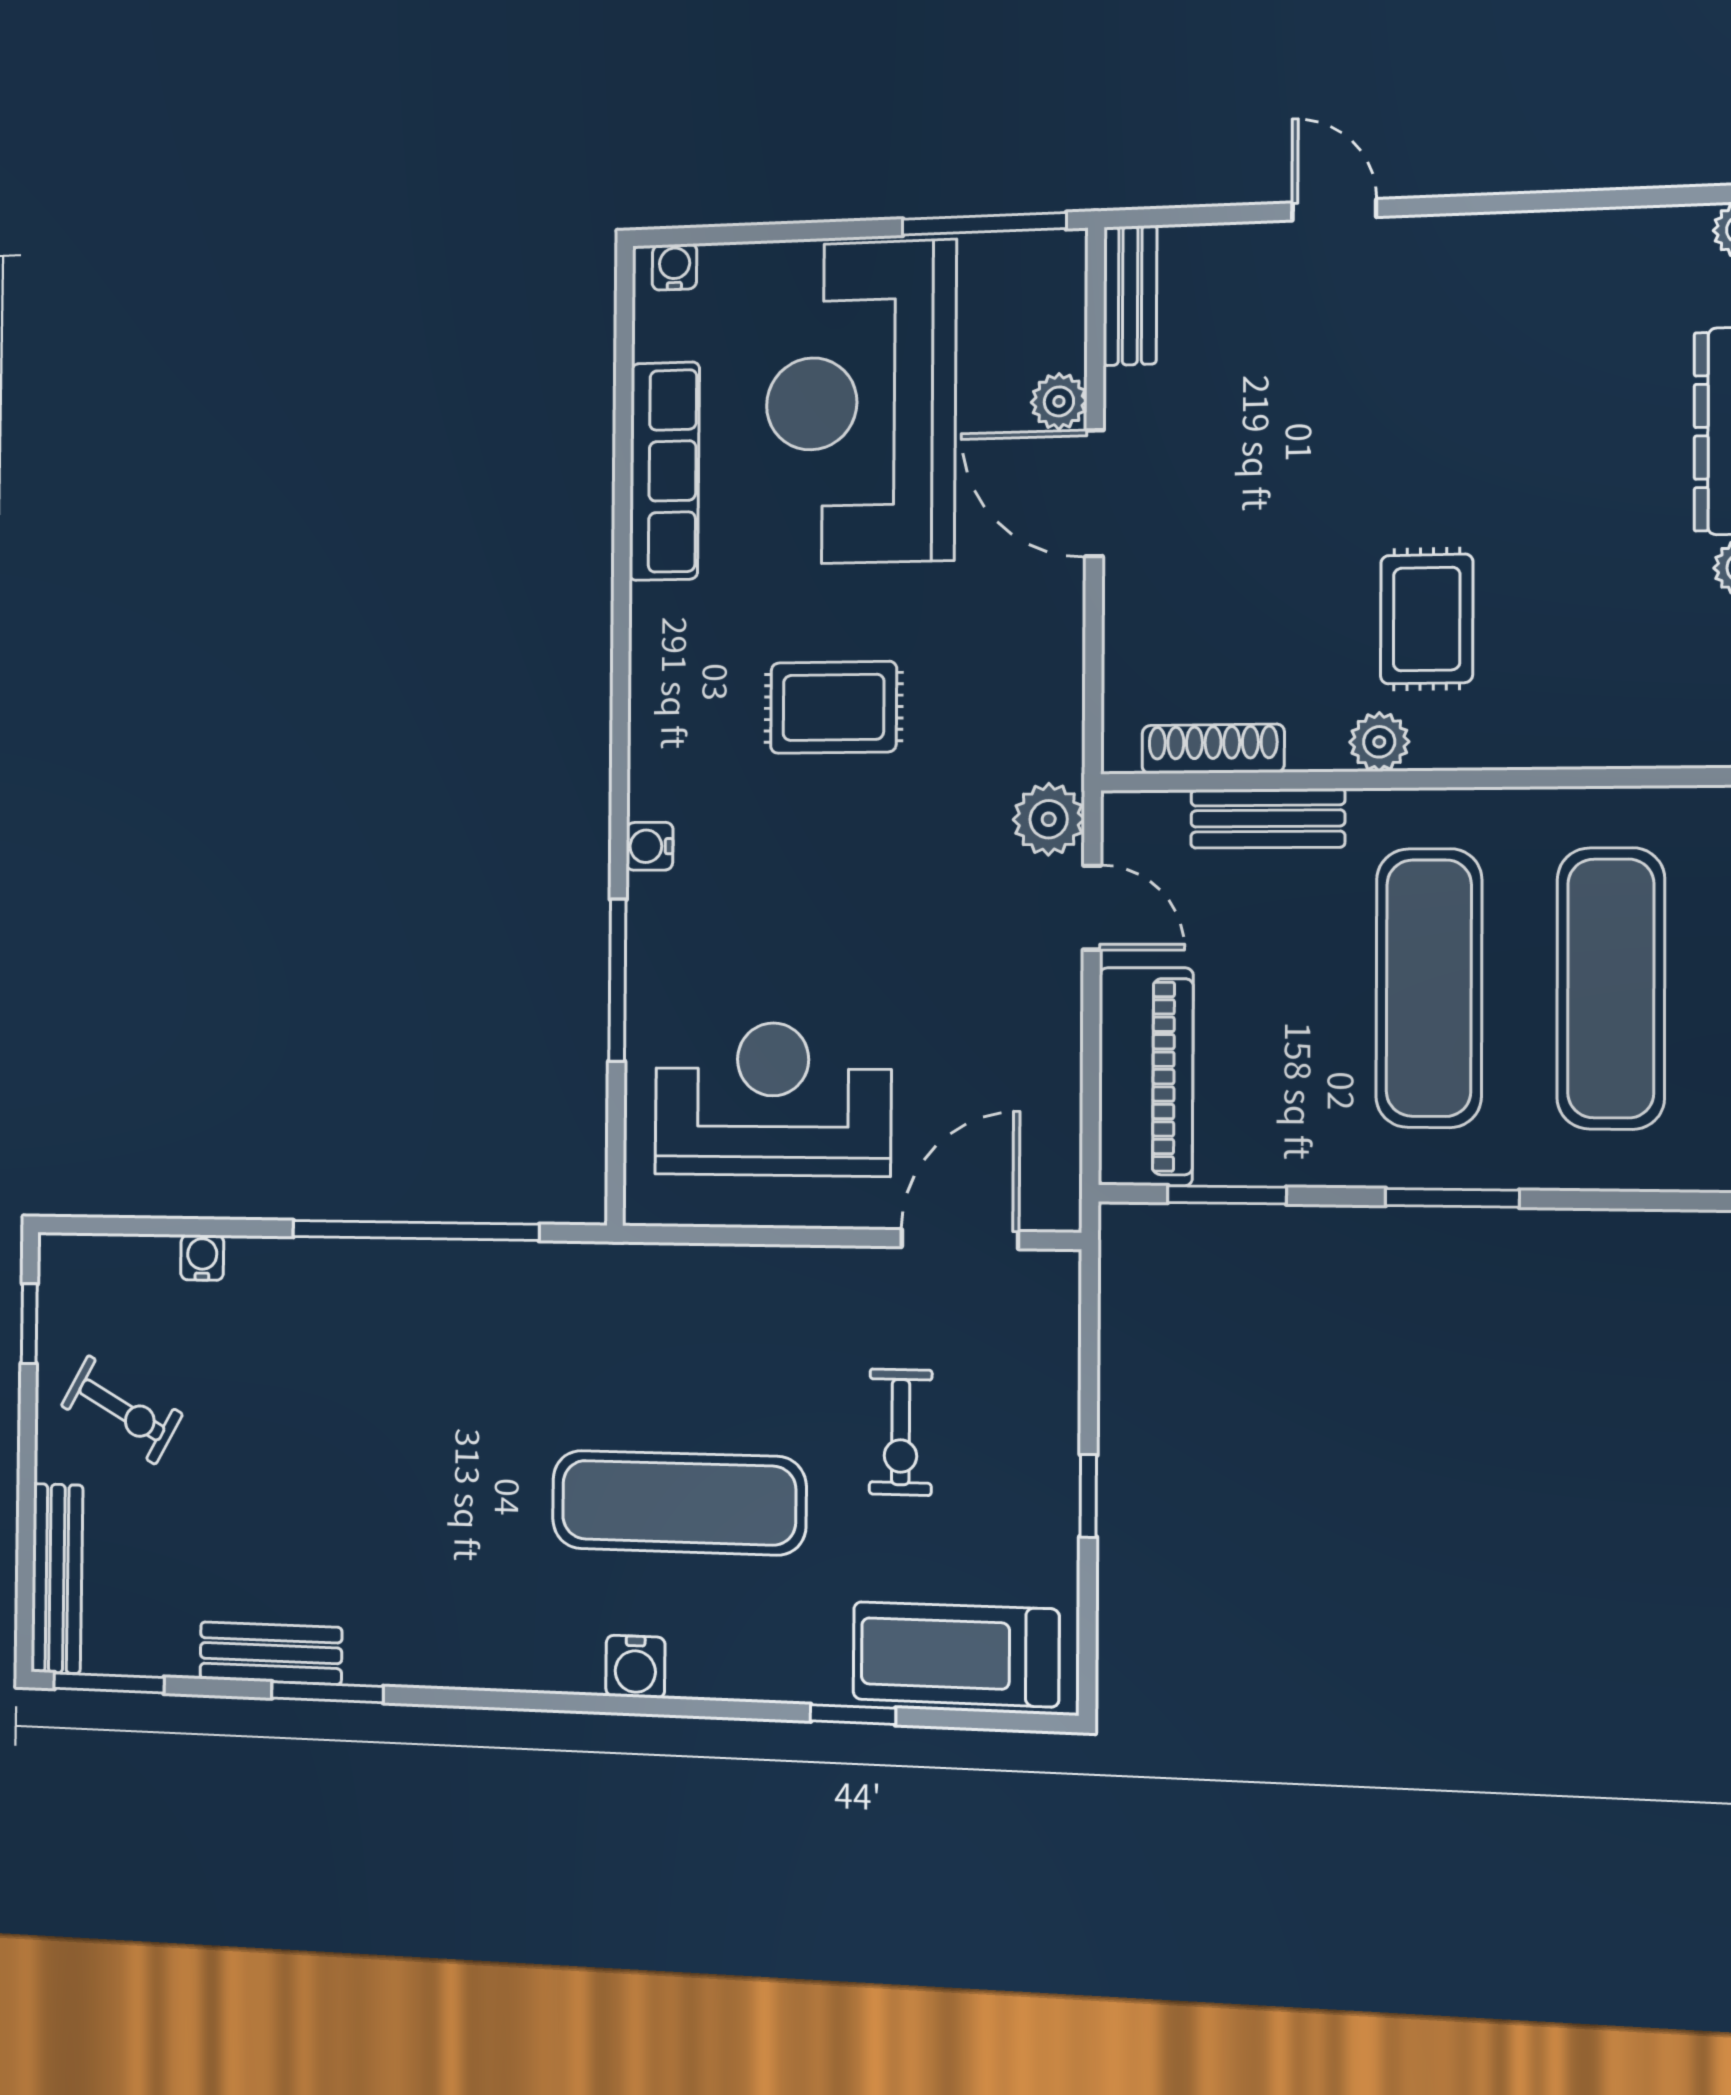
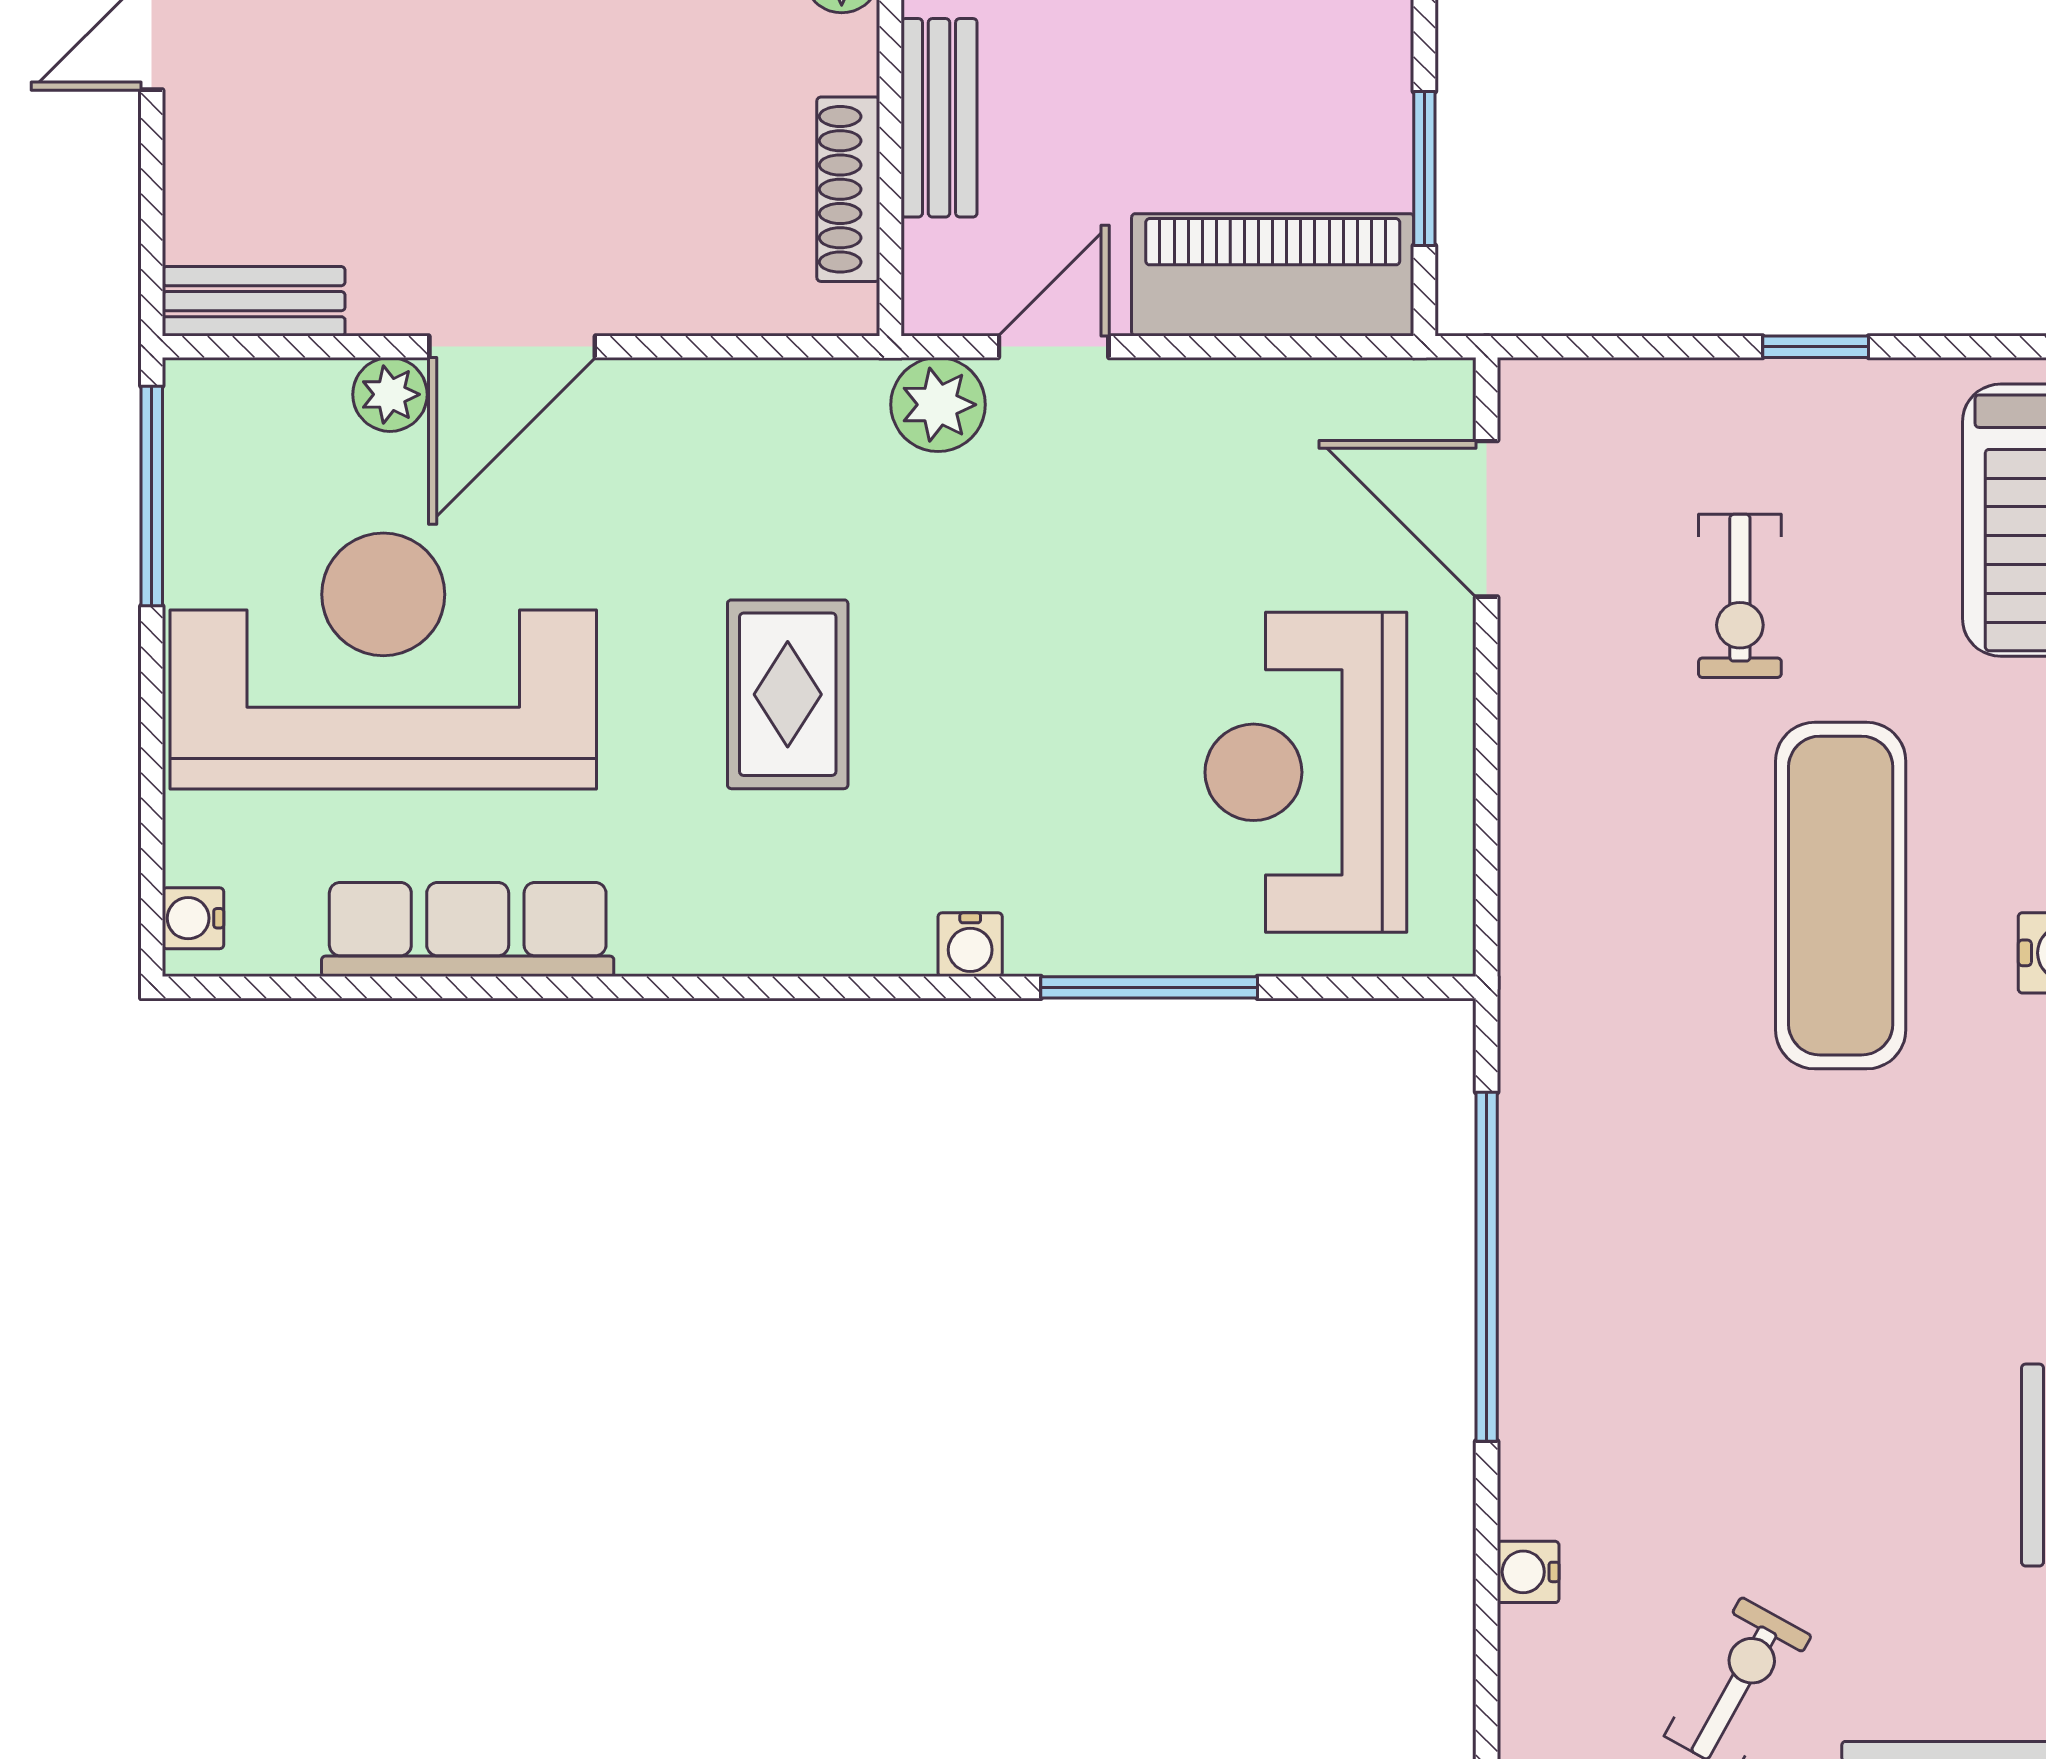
reception desk: (861, 402) -> (383, 661), turned 180
exercise bike: (901, 1432) -> (1740, 596), turned 90

